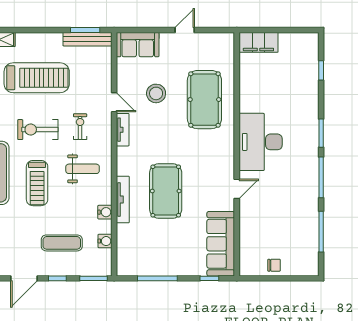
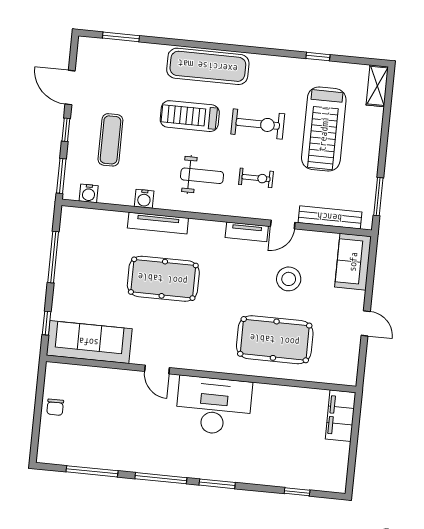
bench: (87, 39) -> (330, 217), moved, turned 90
exercise bike: (38, 130) -> (258, 124), turned 90
weight bench: (83, 169) -> (202, 176), turned -90
water cooler: (105, 241) -> (89, 193), moved

